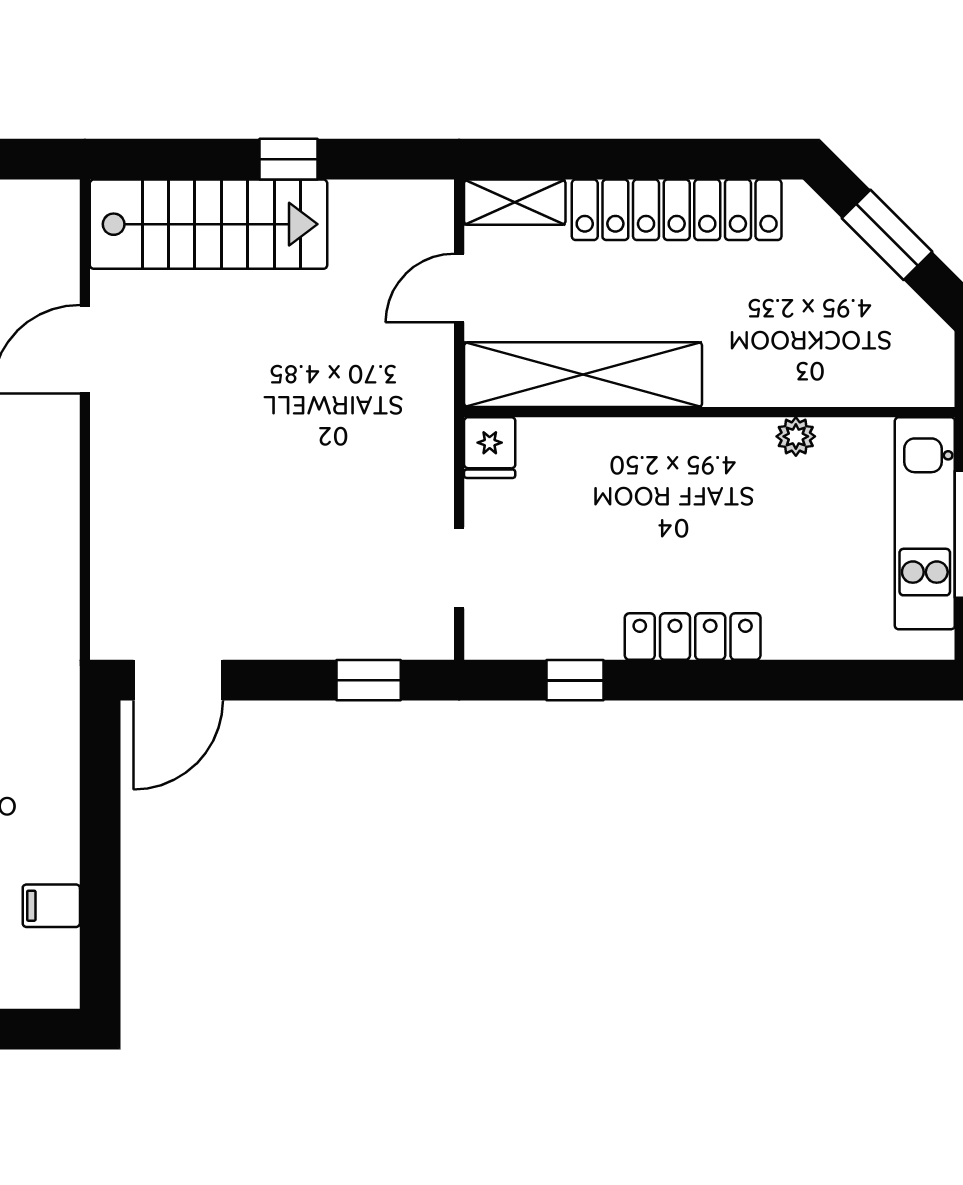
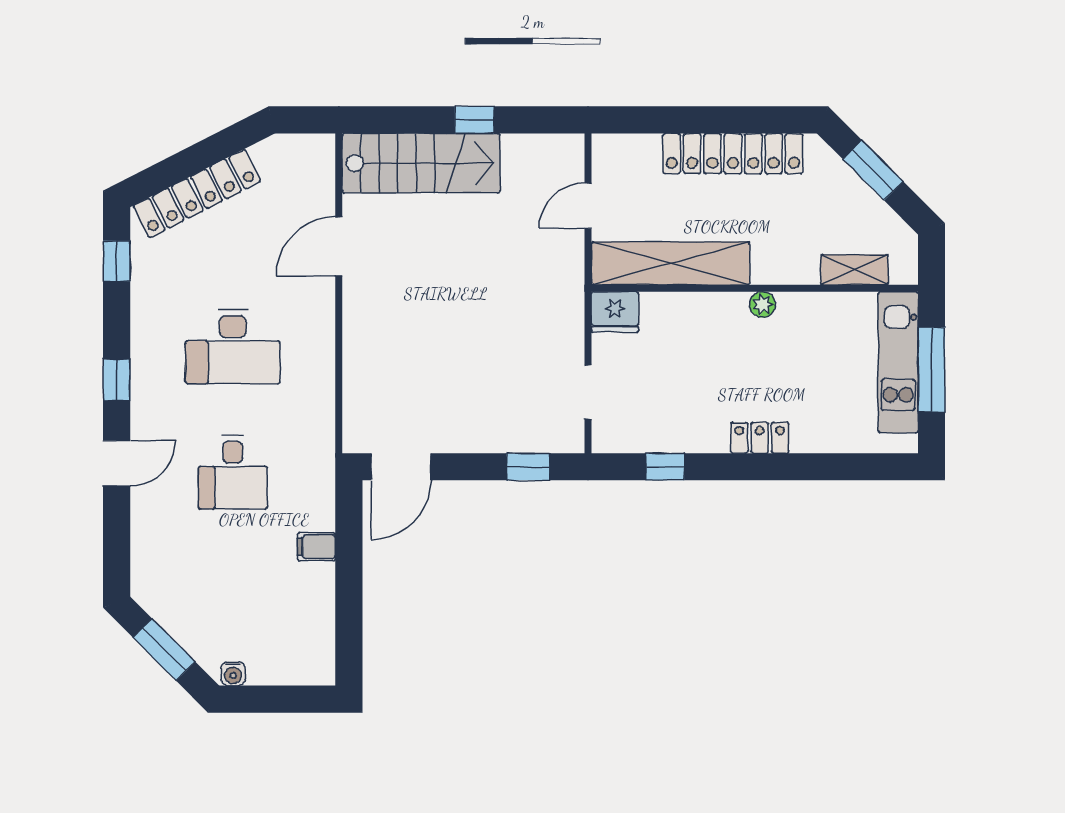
shelving: (515, 202) -> (854, 270), moved
plant: (796, 436) -> (762, 305), moved
fridge: (490, 448) -> (615, 312), width x1.38
locker: (693, 637) -> (760, 438), width x0.66
filing cabinet: (51, 906) -> (316, 547), moved

